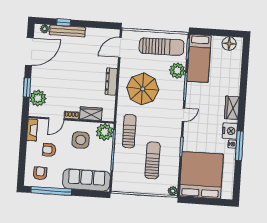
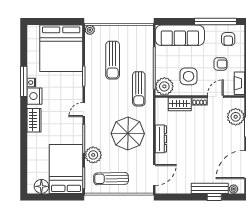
sun lounger: (162, 47) -> (111, 179), width x0.73, depth x0.75
bed: (199, 58) -> (66, 169), width x1.50

